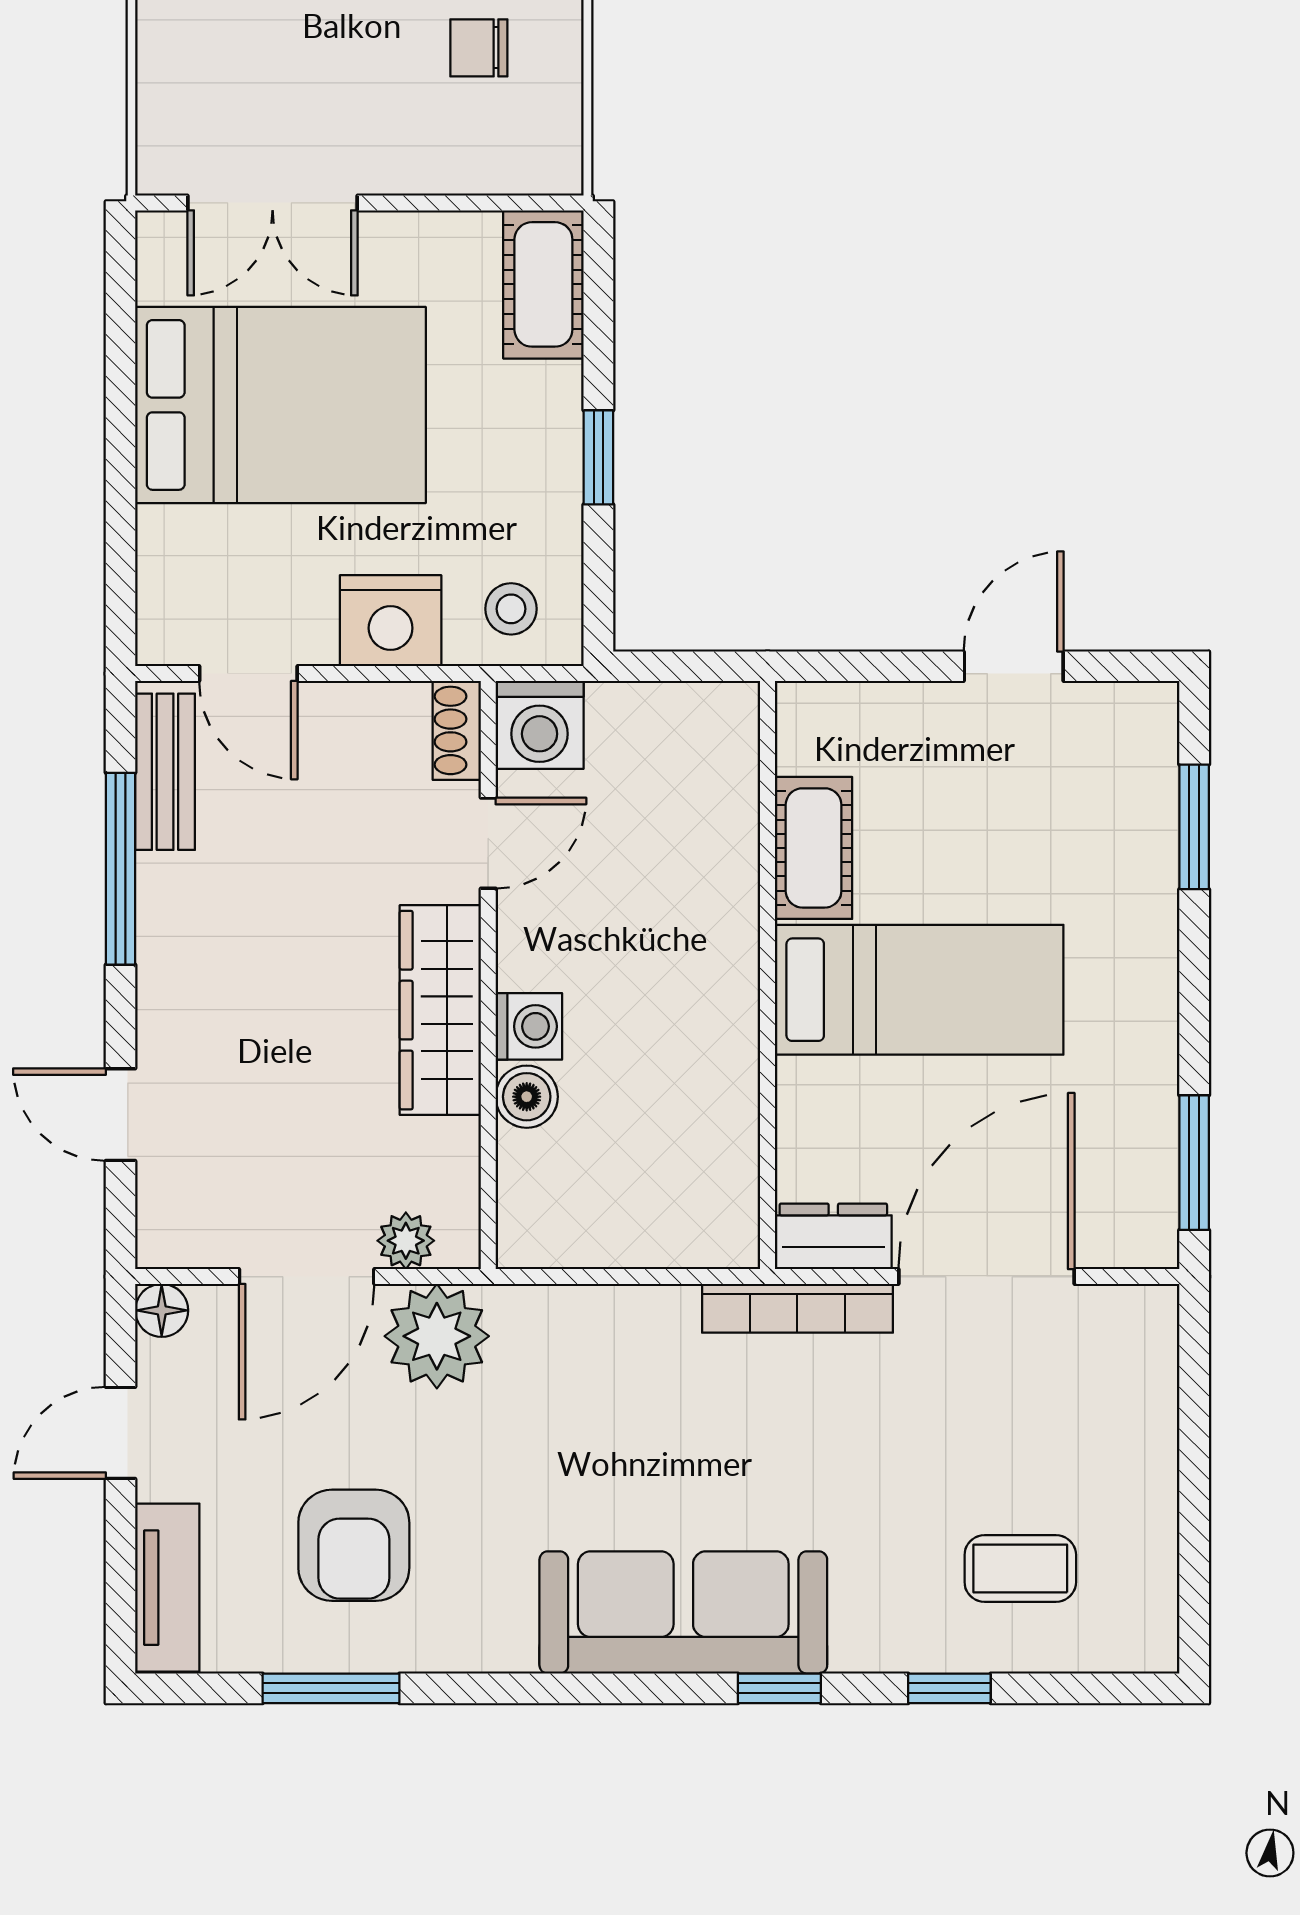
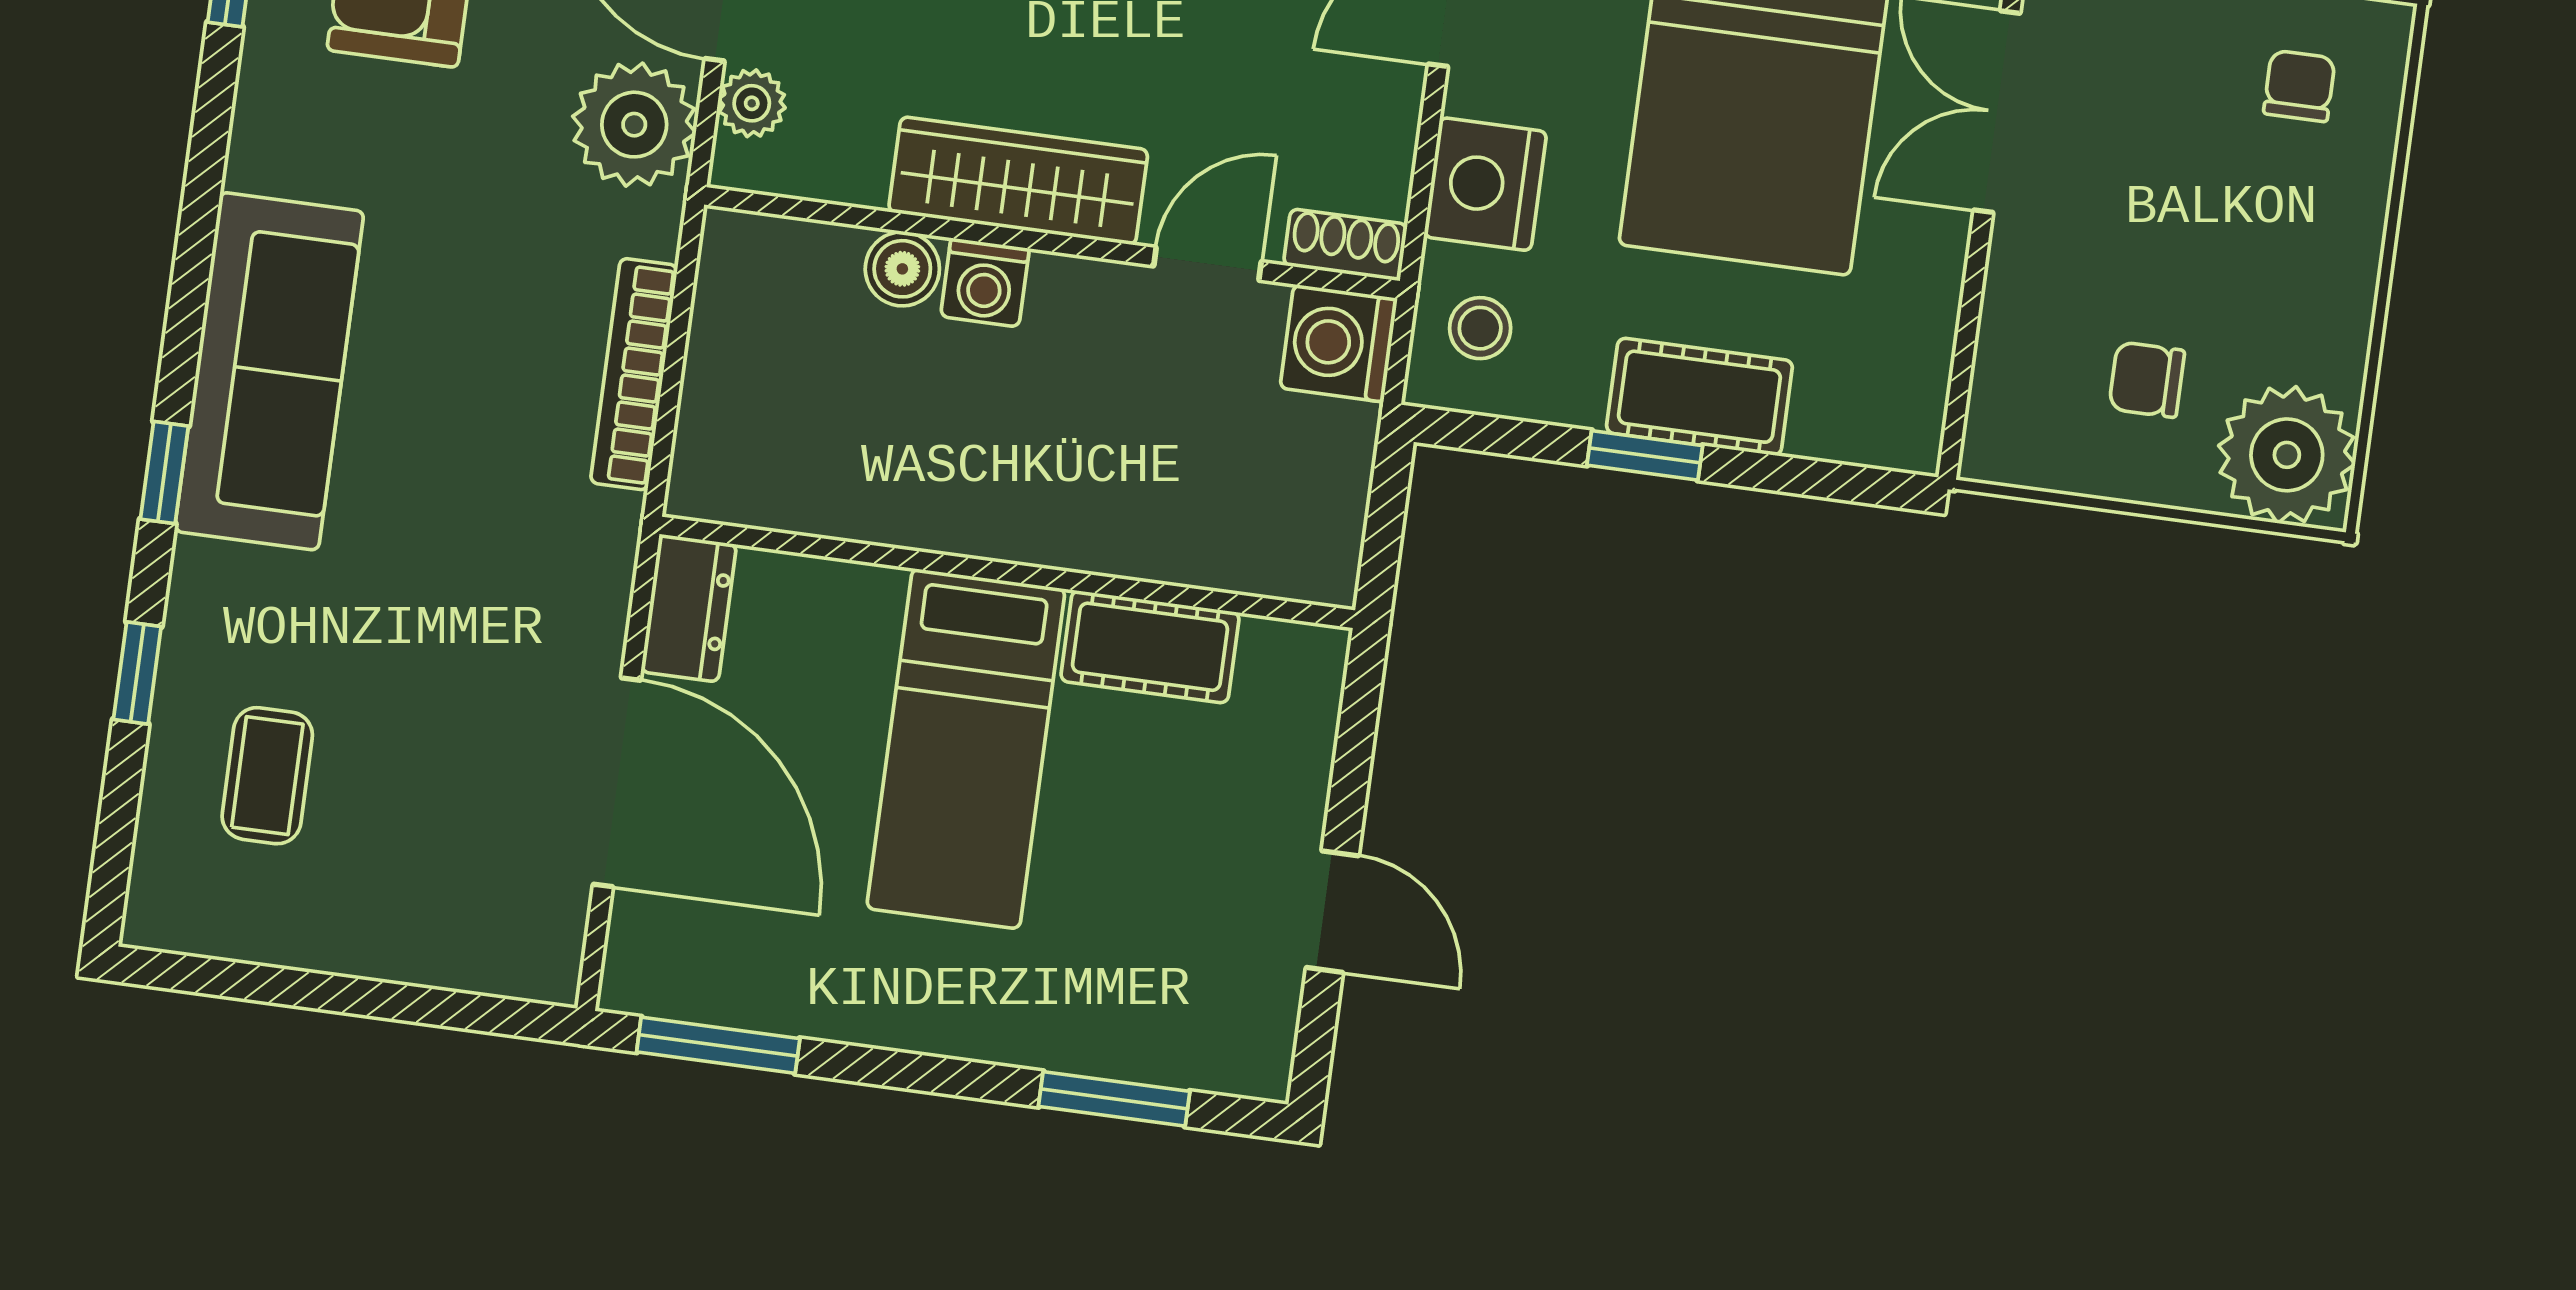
chair: (479, 48) -> (2147, 380), turned -90
cot: (543, 284) -> (1699, 397), moved
door: (488, 843) -> (1207, 264), swing flipped
bookcase: (797, 1308) -> (634, 374), moved

